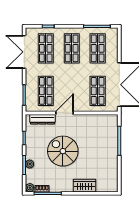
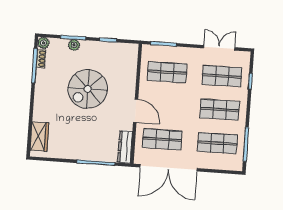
double door: (24, 52) -> (219, 48), width x0.73
door: (64, 113) -> (136, 111), moved
dresser: (42, 119) -> (125, 147), moved
spiral stairs: (63, 151) -> (88, 89), turned 180
wardrobe: (84, 186) -> (39, 137), moved

